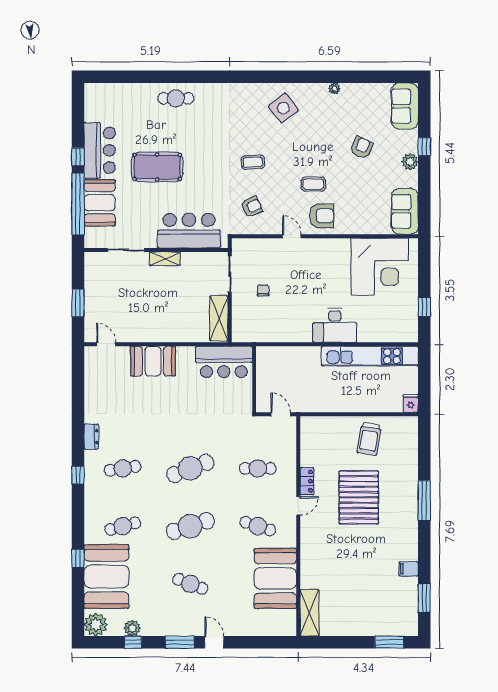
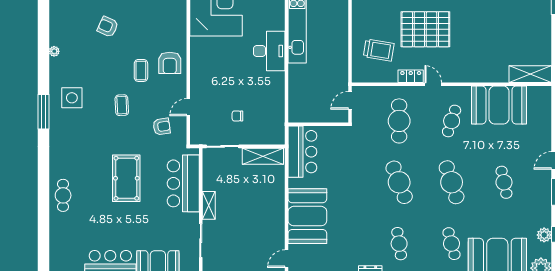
window: (268, 77) -> (44, 112), added
side table: (283, 108) -> (72, 98), turned 38
coffee table: (253, 162) -> (122, 105), moved
pool table: (157, 167) -> (126, 178), moved
armchair: (252, 207) -> (162, 127), turned 106
armchair: (322, 216) -> (170, 63), turned 180
door: (292, 236) -> (188, 107), moved
booth: (153, 361) -> (307, 216), width x1.36, depth x1.42
trolley: (369, 439) -> (379, 50), moved
cafe table: (258, 468) -> (399, 121), width x1.37, depth x1.35
cafe table: (190, 584) -> (504, 182), turned -33

